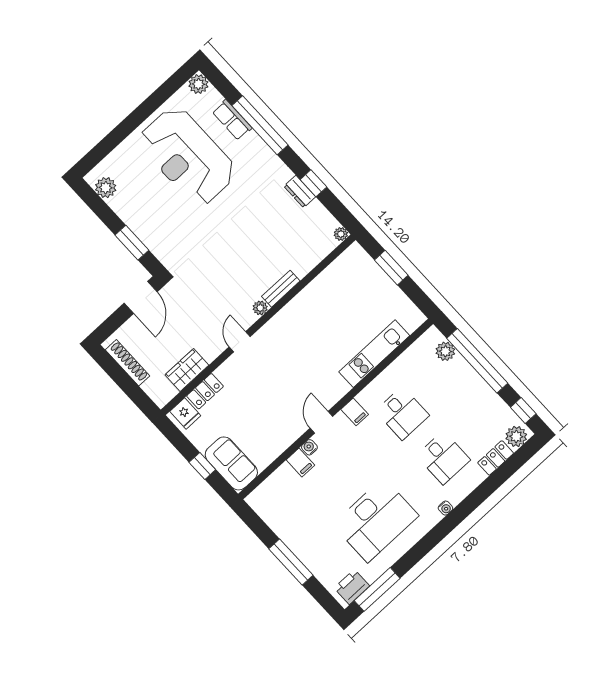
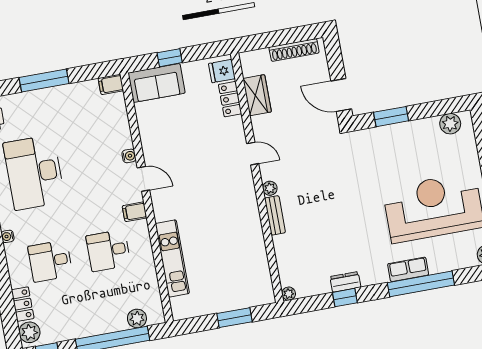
row of seats: (232, 120) -> (408, 269), moved
filing cabinet: (300, 463) -> (111, 84), moved

